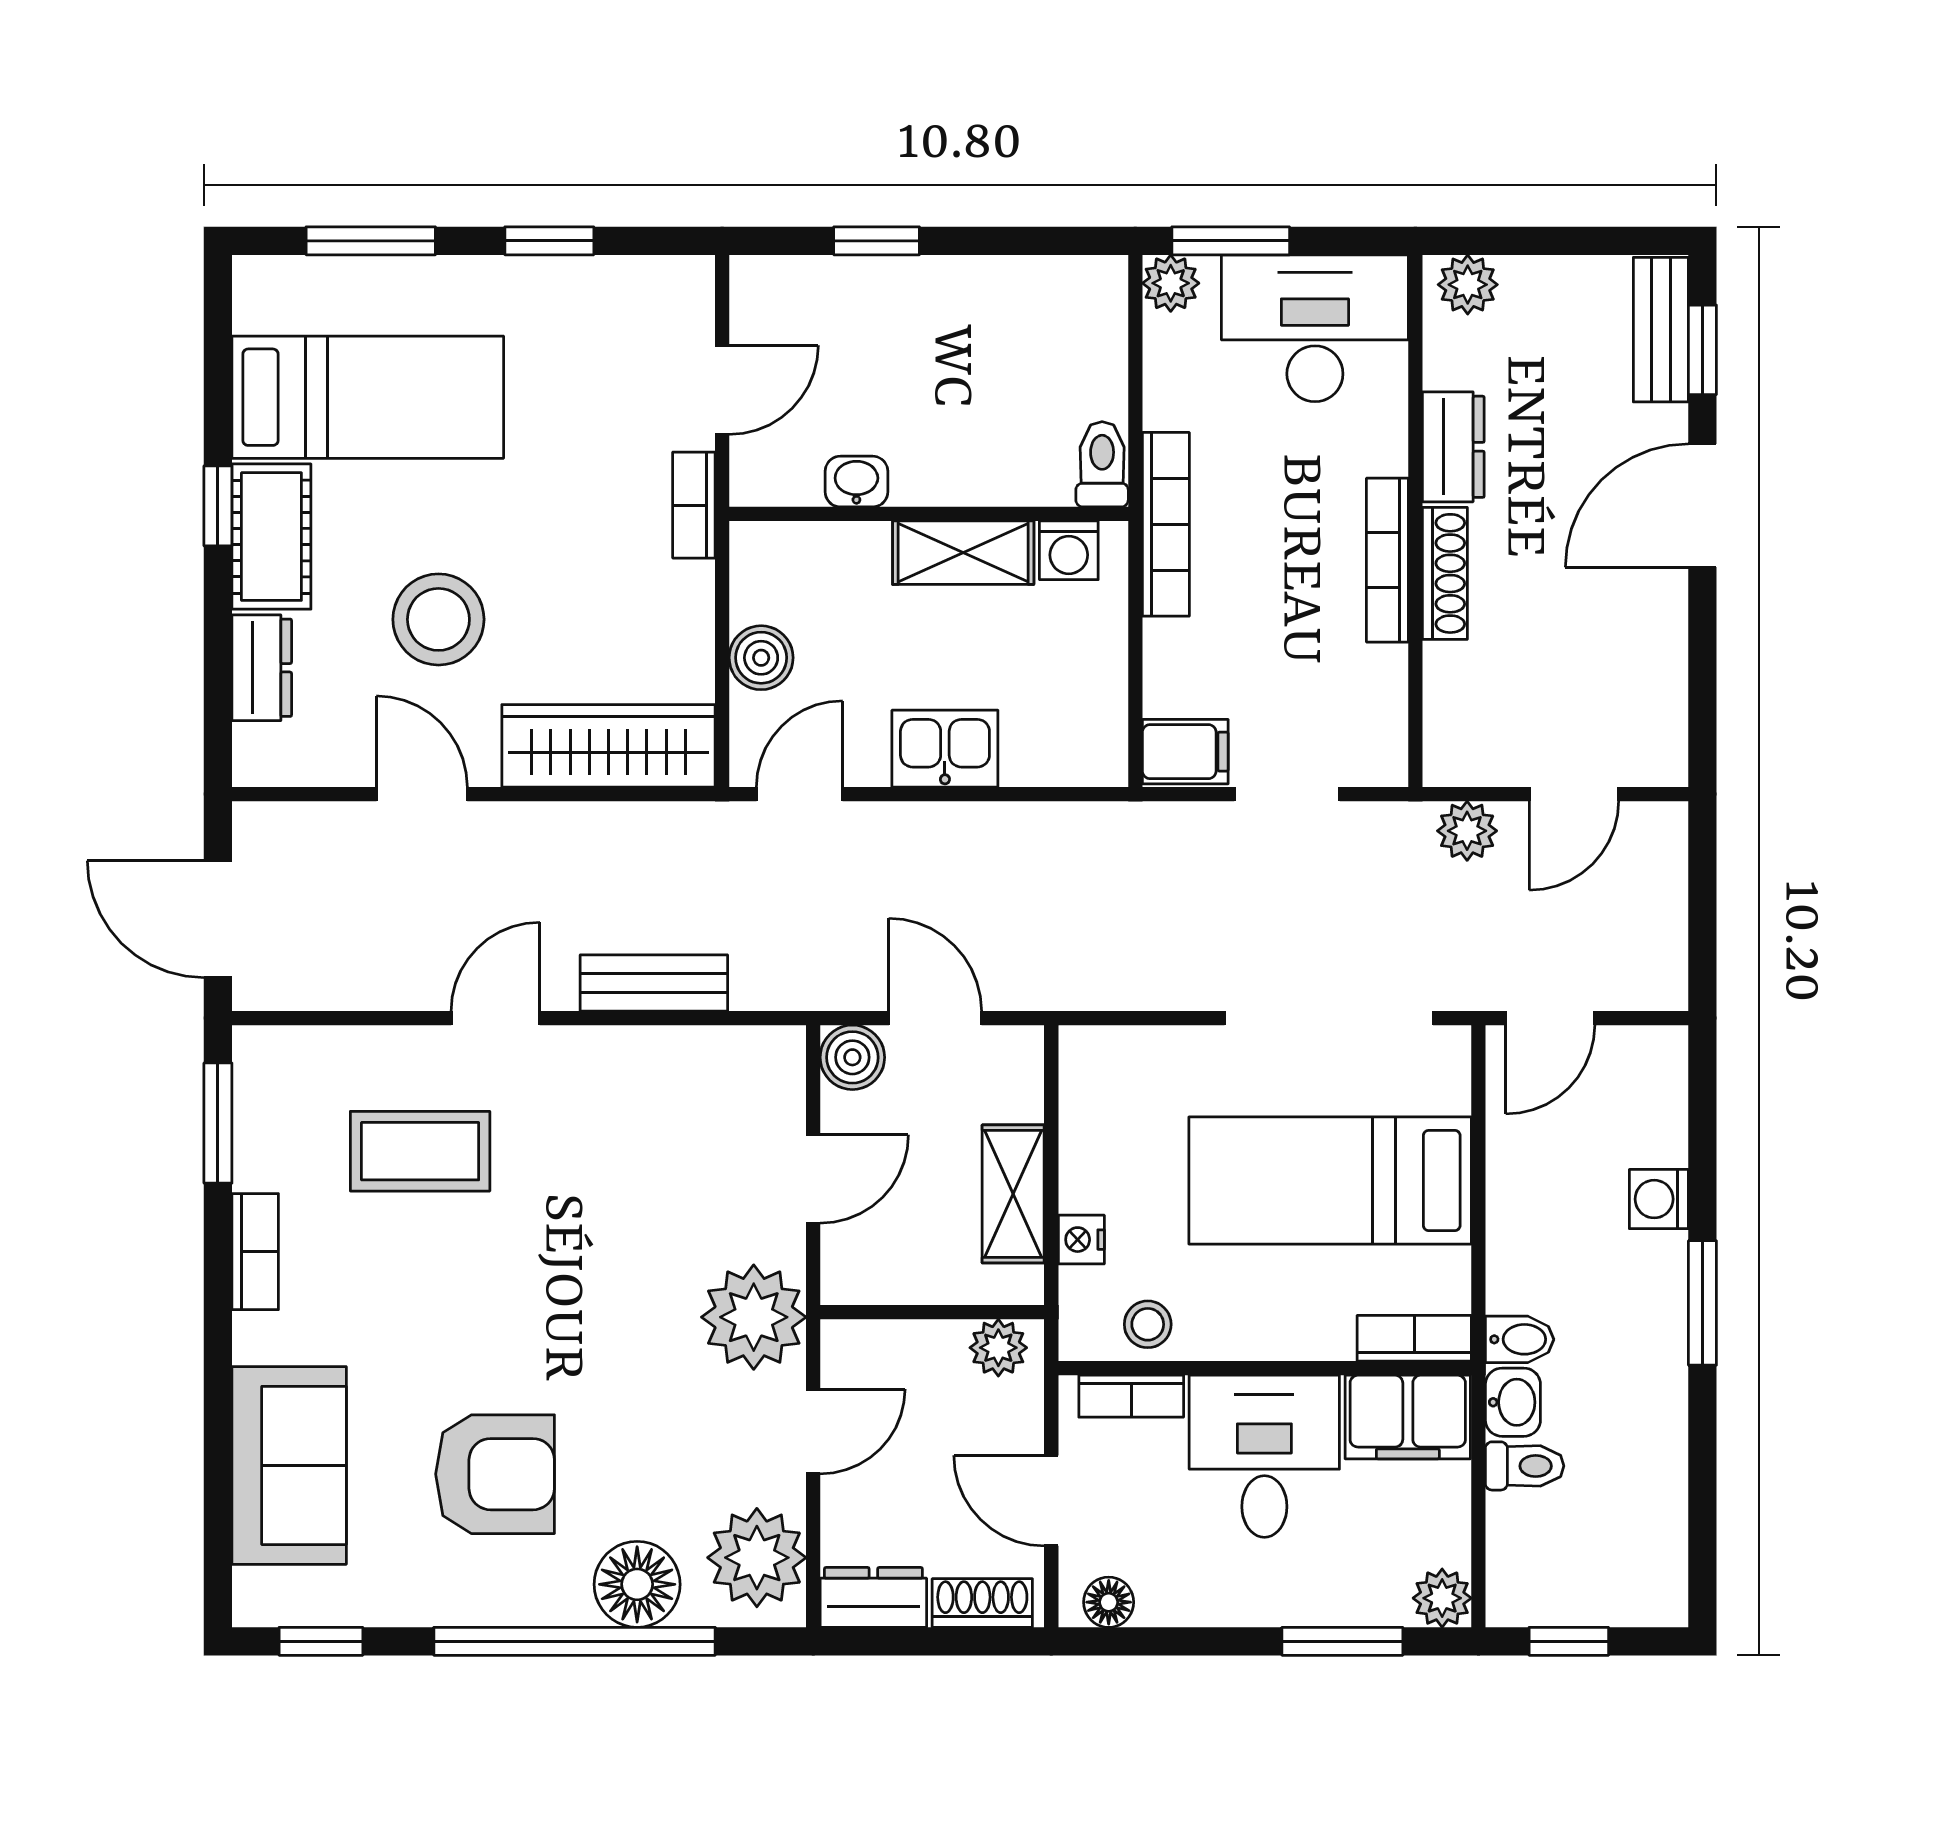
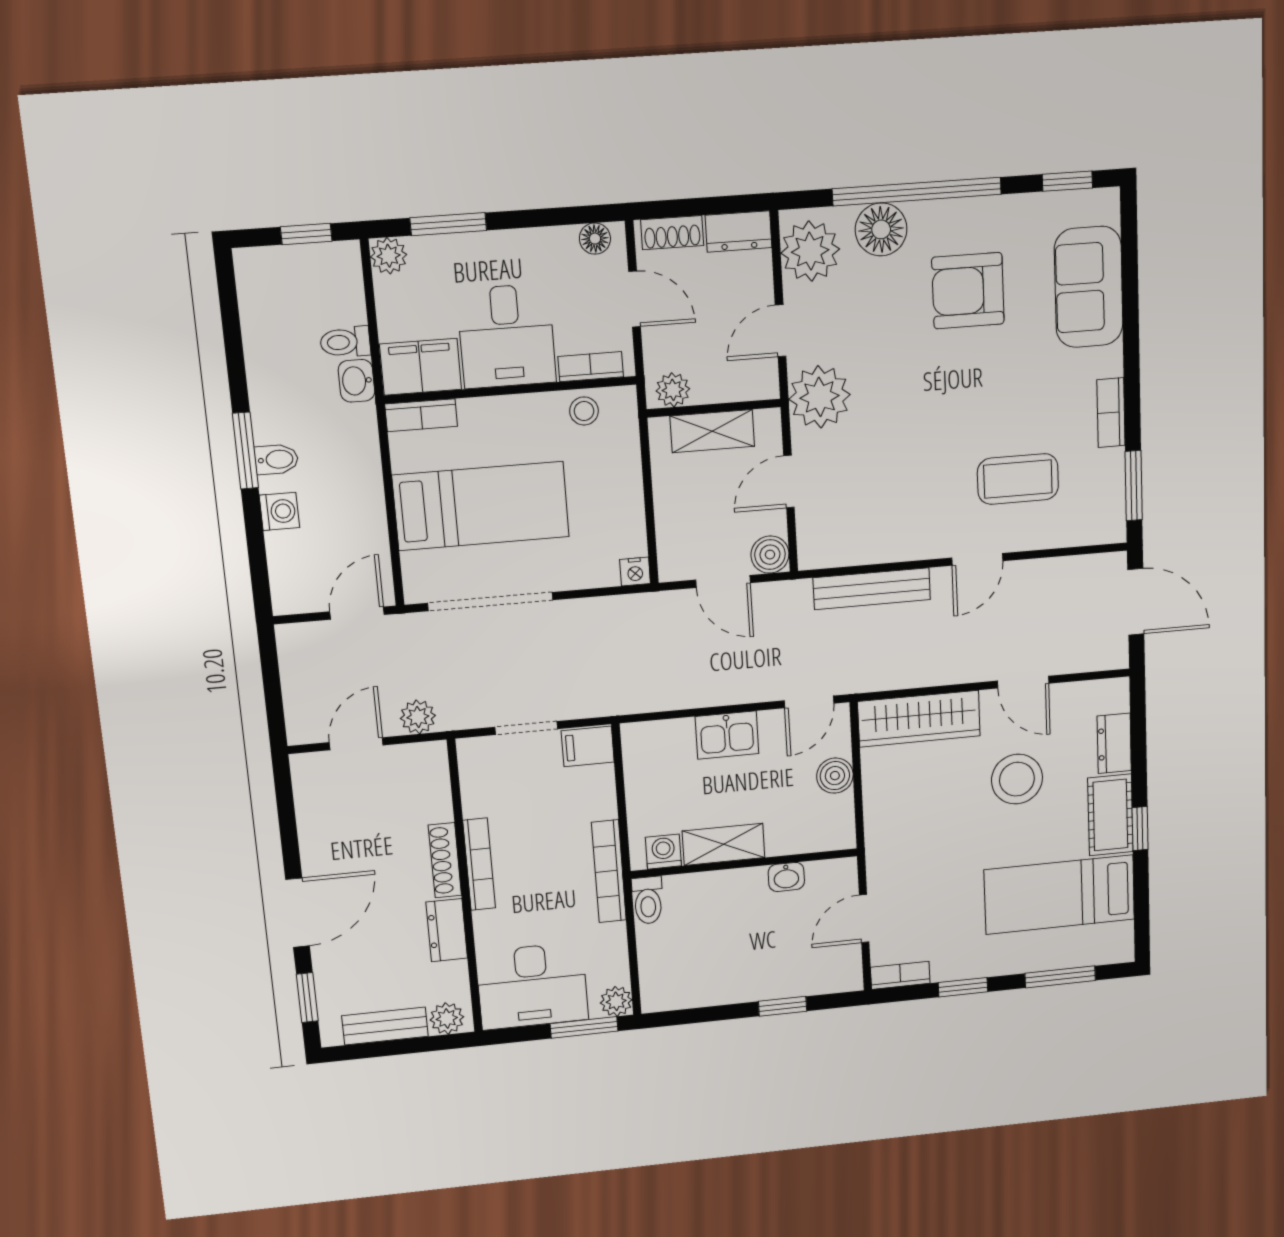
bench: (1661, 330) -> (385, 1026), moved, turned 90
bookcase: (694, 505) -> (900, 975), moved, turned -90
bench: (654, 983) -> (872, 589), width x1.36
shelving: (1013, 1194) -> (712, 431), moved, turned 90
nightstand: (1081, 1240) -> (635, 571), moved, turned 90
bidet: (1520, 1339) -> (277, 459), moved, turned 180

